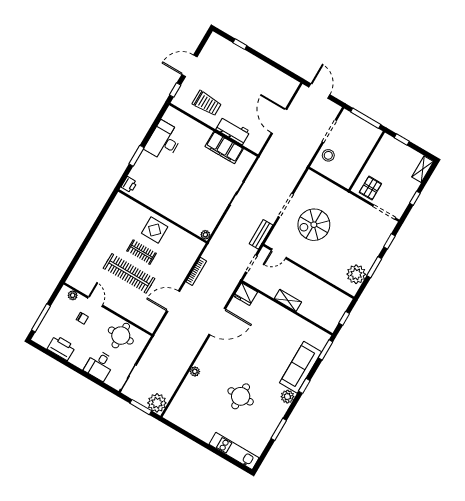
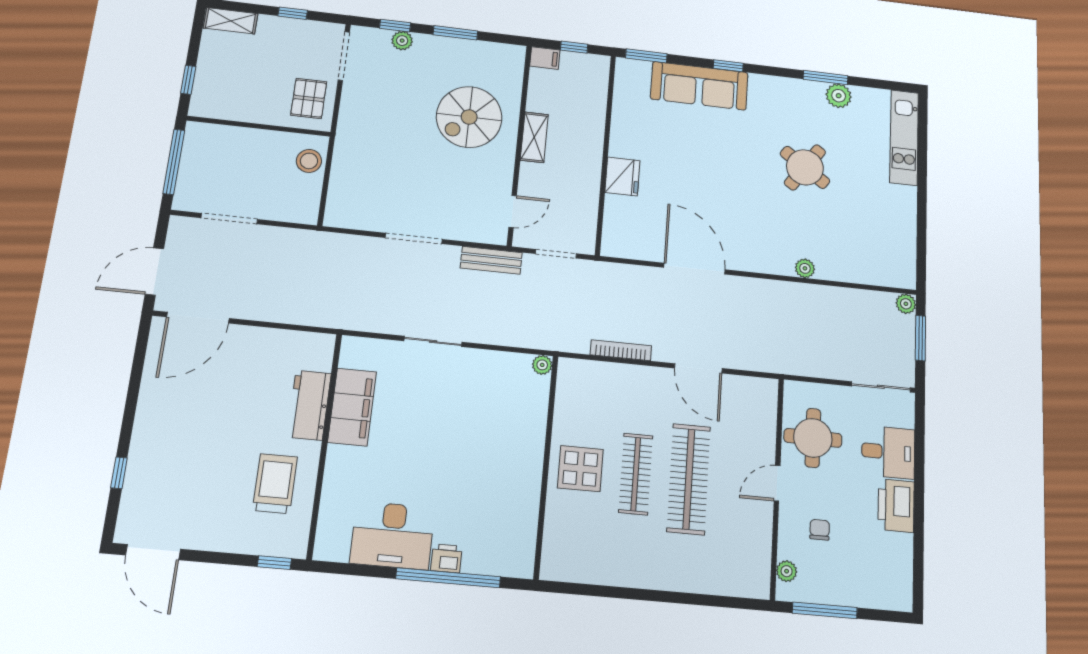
door: (189, 66) -> (153, 552), moved
door: (279, 121) -> (198, 318), moved
stool: (328, 155) -> (309, 161), moved
window: (136, 156) -> (448, 578), width x2.11
printer: (129, 185) -> (446, 558), moved
pallet: (370, 188) -> (309, 98), turned 90
spiral stairs: (314, 225) -> (469, 117), moved, turned 90
clothes rail: (142, 252) -> (636, 474), width x1.36
door: (279, 254) -> (513, 211), hinge flipped
plant: (356, 274) -> (402, 41), moved, width x0.53, depth x0.53
fridge: (246, 294) -> (622, 177), moved
shelving: (288, 300) -> (534, 137), moved
door: (95, 302) -> (777, 483), moved
filing cabinet: (345, 302) -> (545, 58), added
window: (41, 318) -> (825, 610), moved
printer: (61, 348) -> (896, 506), moved
round table: (241, 396) -> (805, 167), turned 35
plant: (287, 397) -> (839, 96), moved
plant: (157, 403) -> (906, 304), width x0.53, depth x0.53

